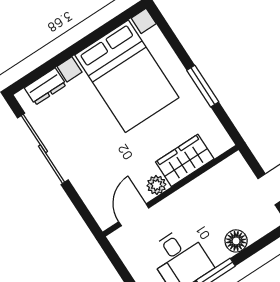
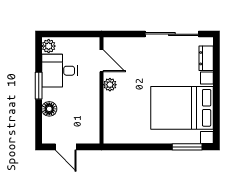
window: (203, 86) -> (187, 147), moved
wardrobe: (185, 160) -> (113, 109), removed

